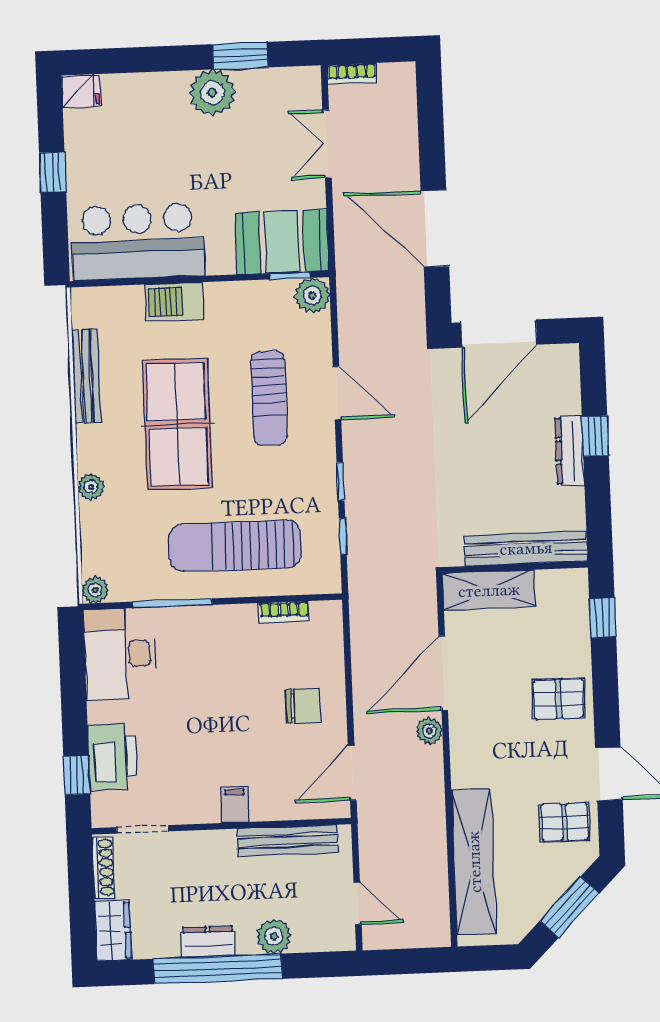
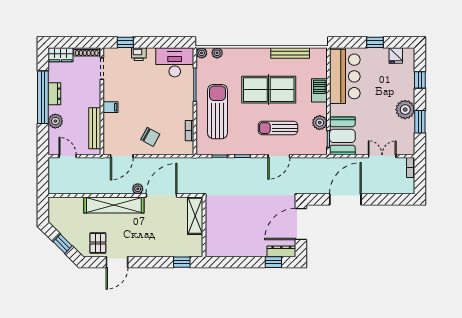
window: (139, 60) -> (420, 80), added
fridge: (81, 91) -> (396, 55), moved
plant: (312, 295) -> (320, 123), moved
door: (499, 334) -> (301, 224), hinge flipped
window: (595, 436) -> (273, 262), moved
dresser: (570, 451) -> (281, 251), moved
plant: (91, 487) -> (217, 53), moved
bench: (526, 548) -> (212, 232), removed
door: (443, 673) -> (161, 195), hinge flipped
pallet: (558, 699) -> (149, 243), removed
chair: (303, 706) -> (150, 137), turned -61
printer: (112, 757) -> (139, 54), width x0.53, depth x0.68
door: (352, 773) -> (122, 156), swing flipped
shelving: (474, 862) -> (114, 205), moved
door: (358, 903) -> (68, 156), swing flipped
window: (570, 907) -> (63, 244), width x0.67

